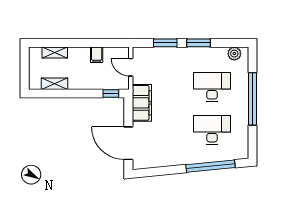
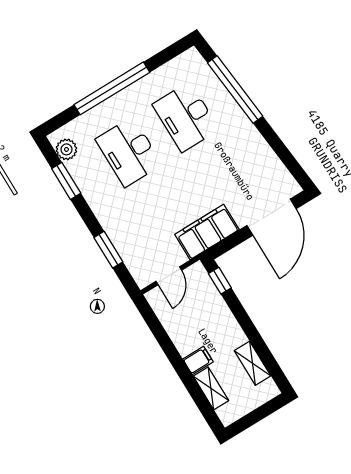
window: (199, 43) -> (66, 181), moved
filing cabinet: (97, 55) -> (198, 360), moved

